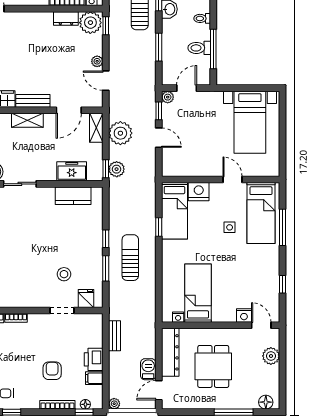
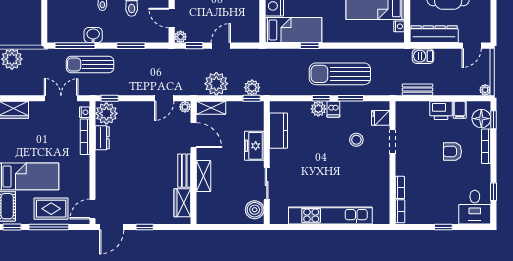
plant: (97, 61) -> (185, 107), moved
freezer: (72, 171) -> (254, 146), moved
plant: (95, 236) -> (318, 109), added
dishwasher: (95, 251) -> (333, 109), added
sun lounger: (130, 258) -> (340, 74), width x1.36, depth x1.34
barbecue: (148, 369) -> (423, 56), moved
door: (159, 390) -> (472, 46), hinge flipped
floor lamp: (85, 404) -> (481, 119), width x1.89, depth x1.89

